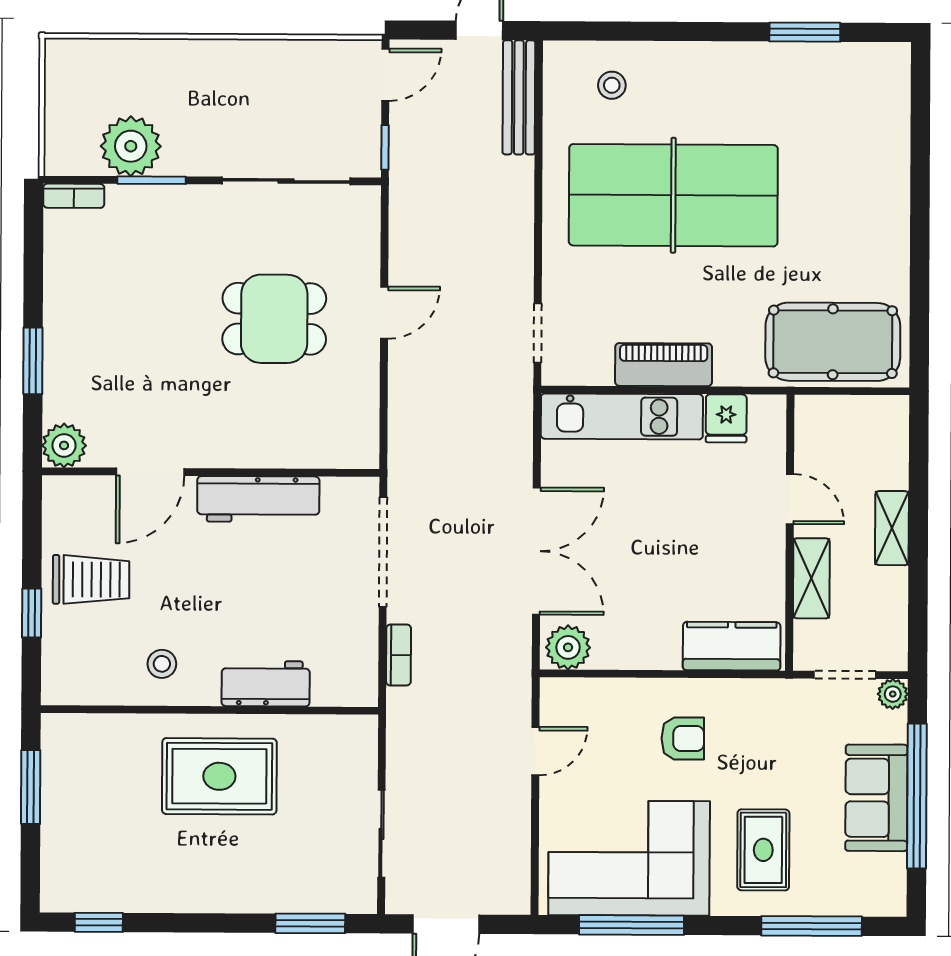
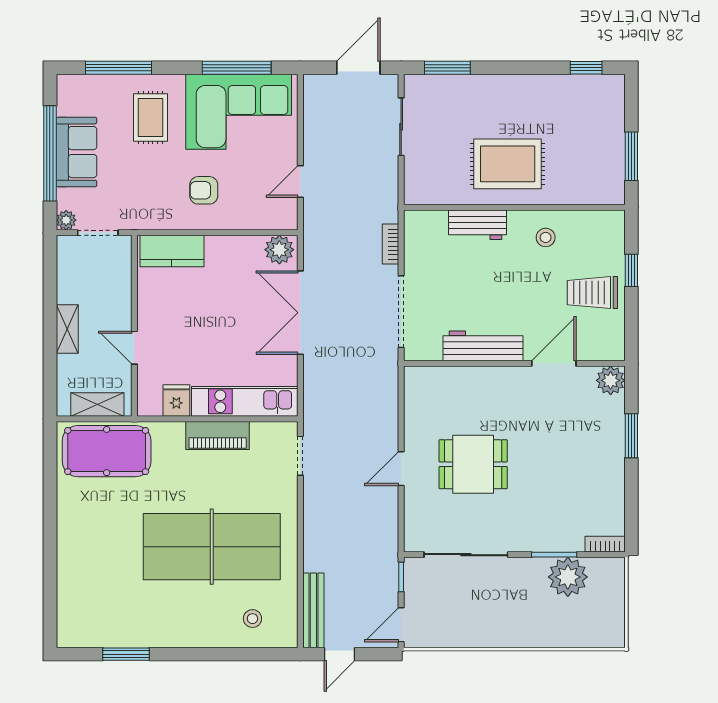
shelving: (811, 578) -> (97, 404), moved, turned 90

